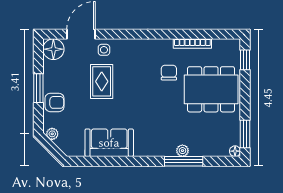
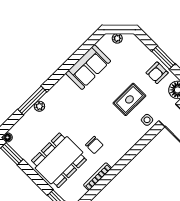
rug: (102, 81) -> (129, 99), turned 90
armchair: (55, 102) -> (157, 73), moved
plant: (52, 134) -> (117, 38), moved

